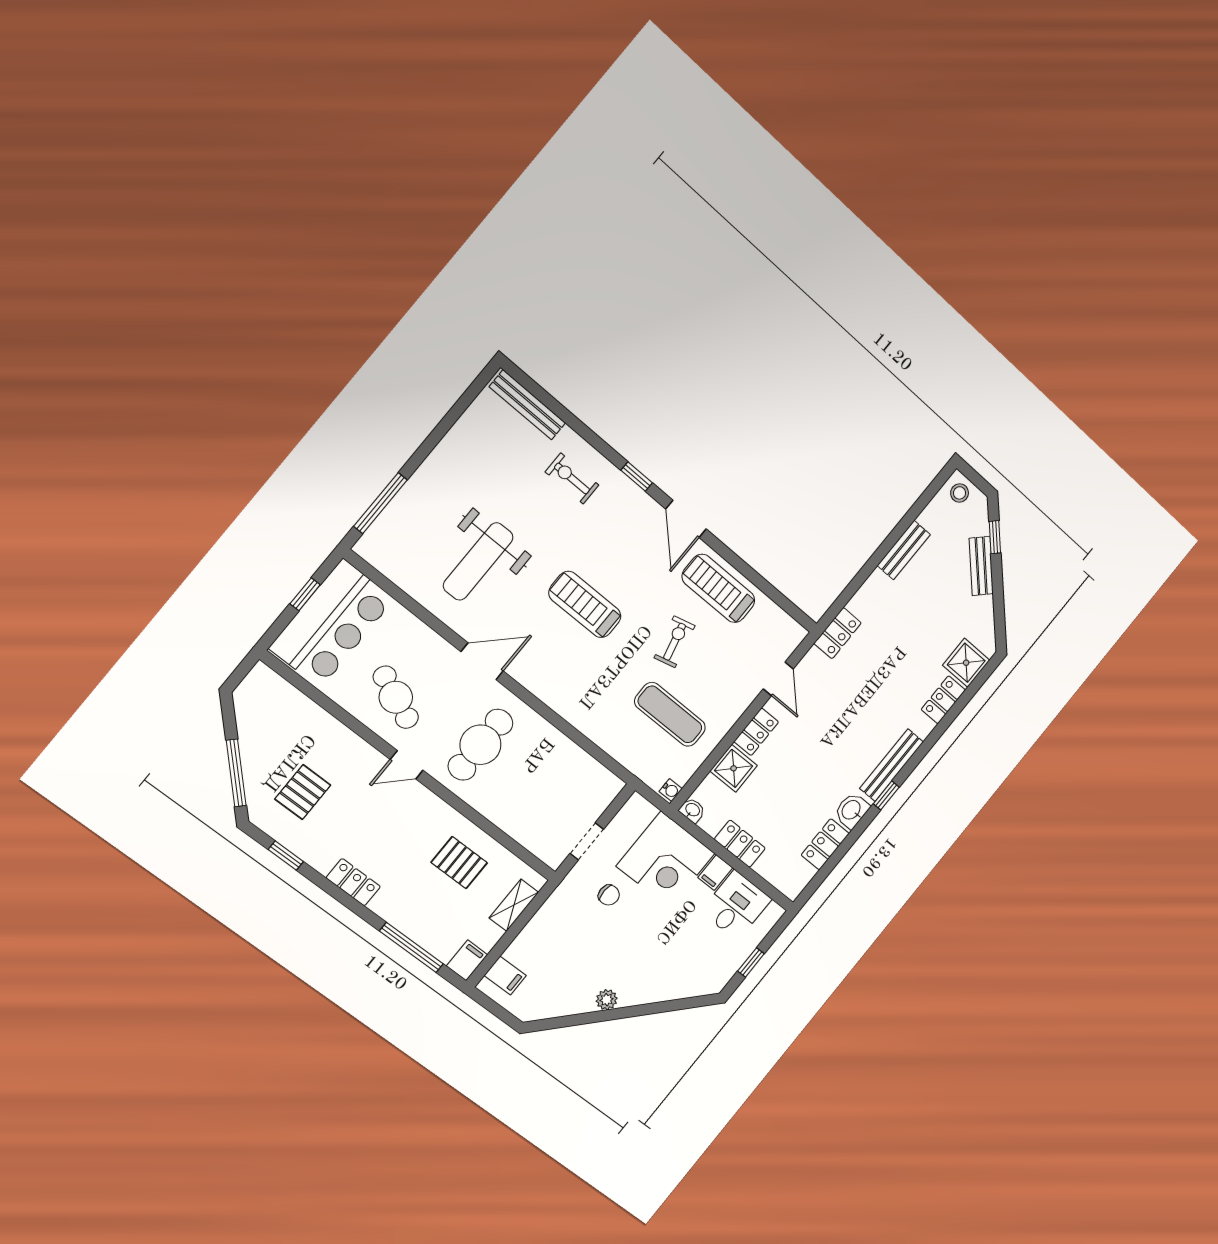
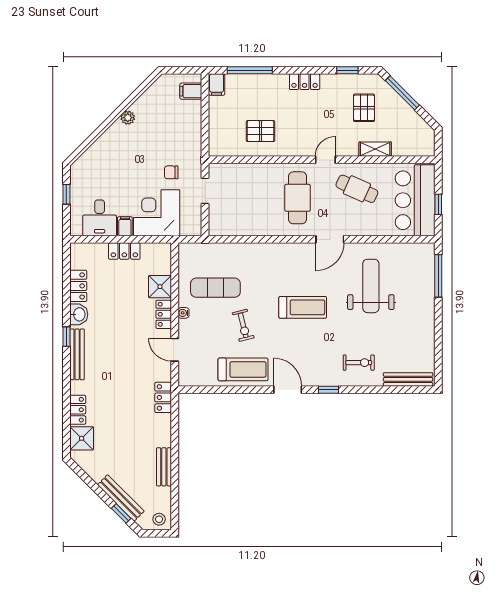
bench: (981, 566) -> (121, 498), width x1.36
water cooler: (671, 790) -> (183, 313), moved
washbasin: (692, 810) -> (164, 249), removed
shelving: (514, 905) -> (375, 149), moved, turned 90

